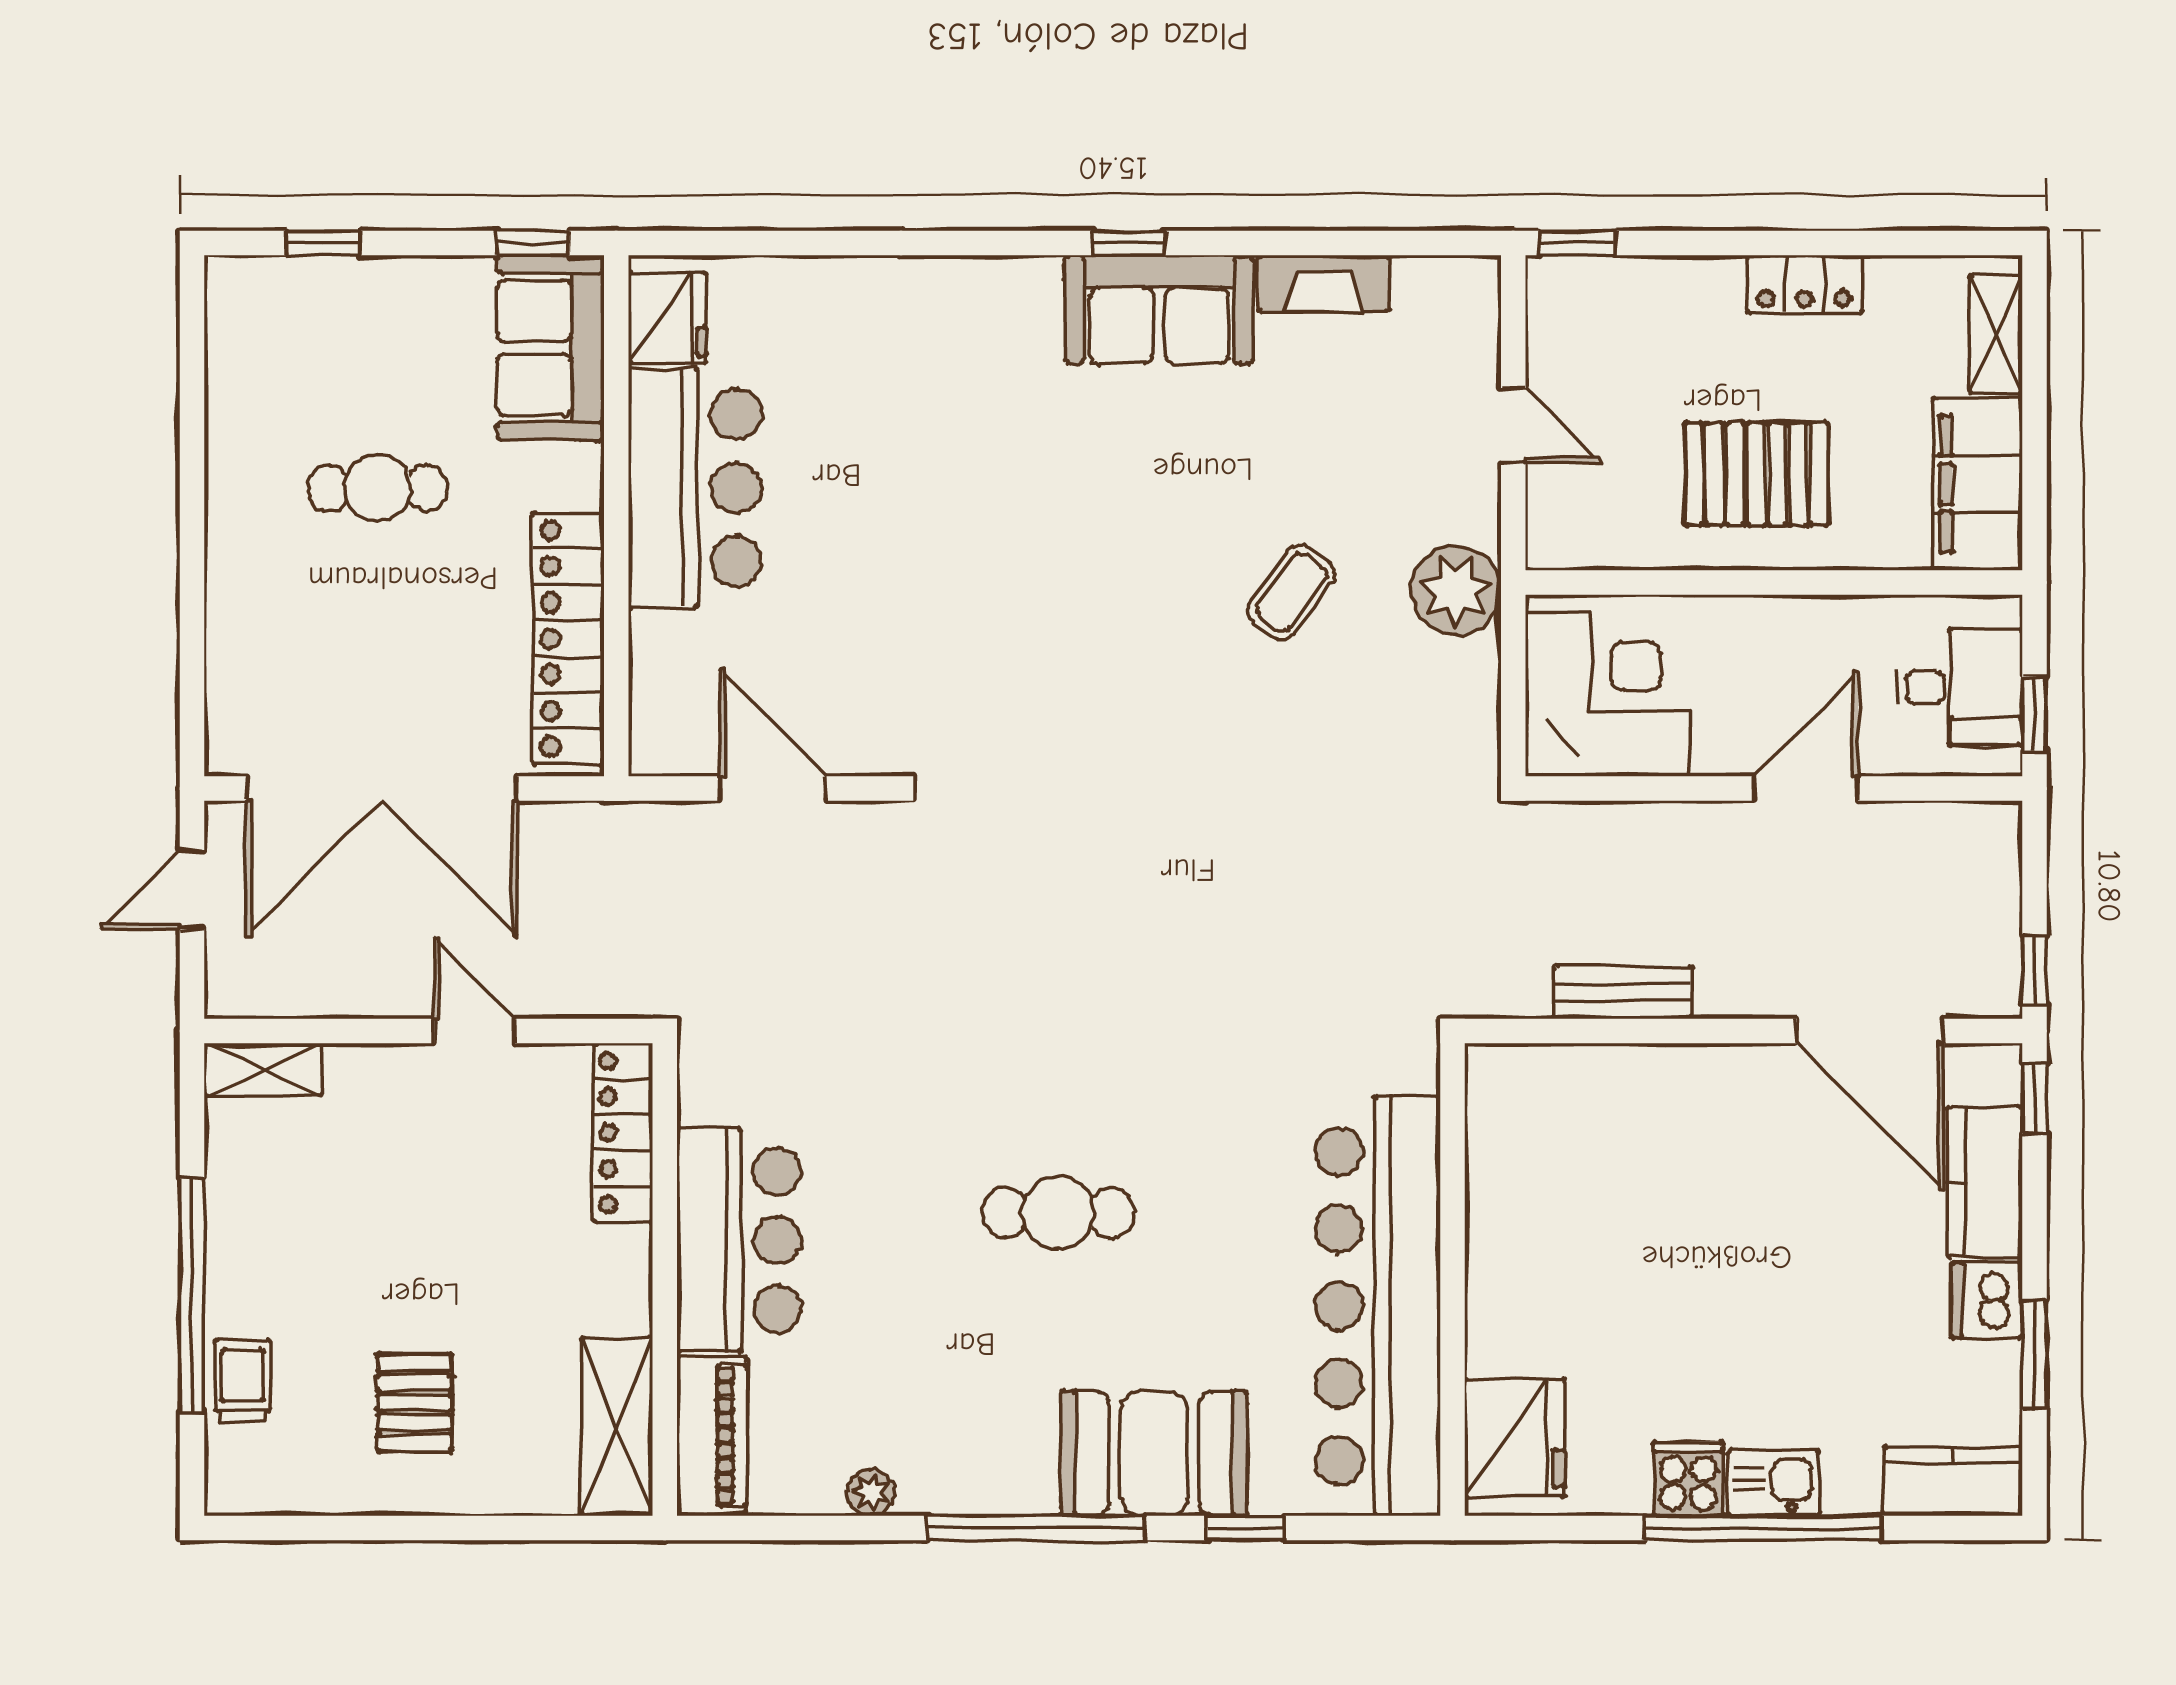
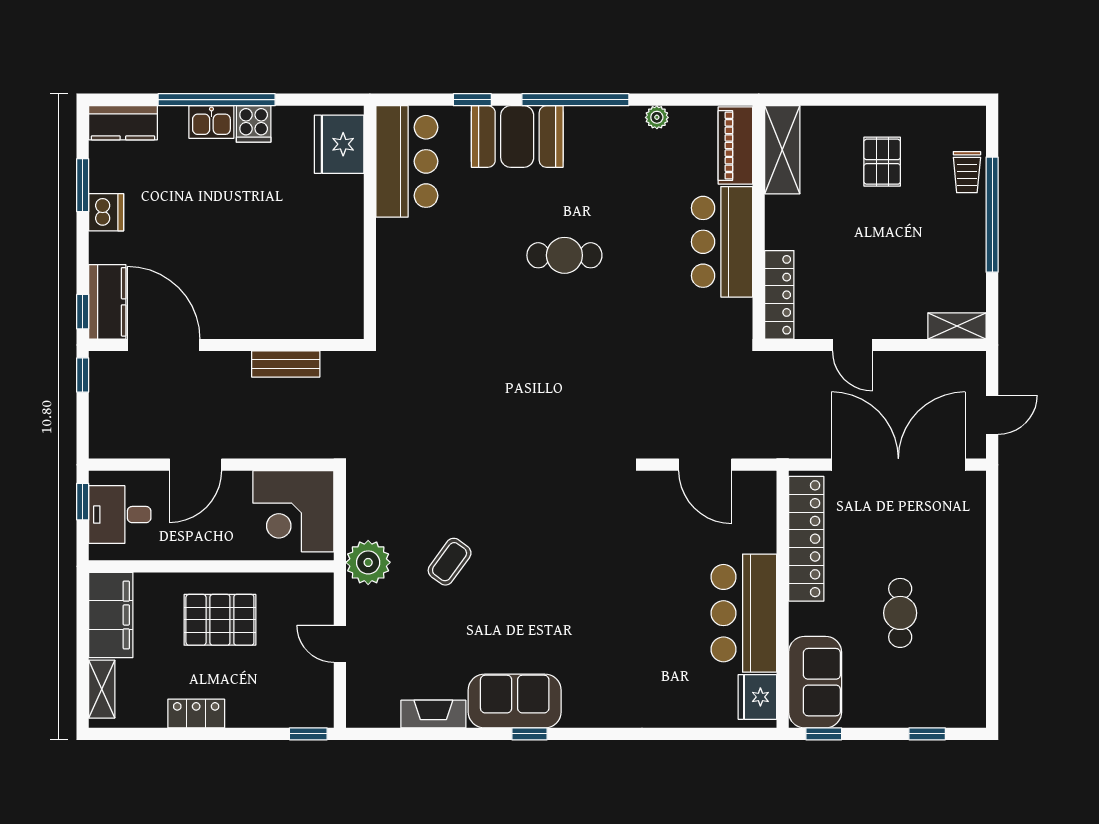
cafe table: (378, 488) -> (900, 613), turned 90
kitchen counter: (1985, 1182) -> (107, 302), moved
bar counter: (1378, 1306) -> (407, 161), width x0.54

